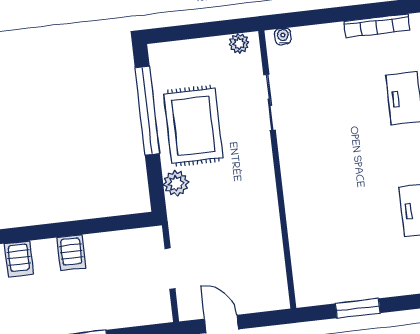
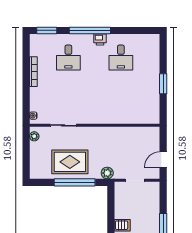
window: (147, 111) -> (75, 182), moved
plant: (176, 183) -> (107, 173), moved
window: (358, 308) -> (163, 84), moved

